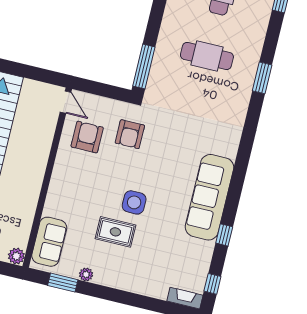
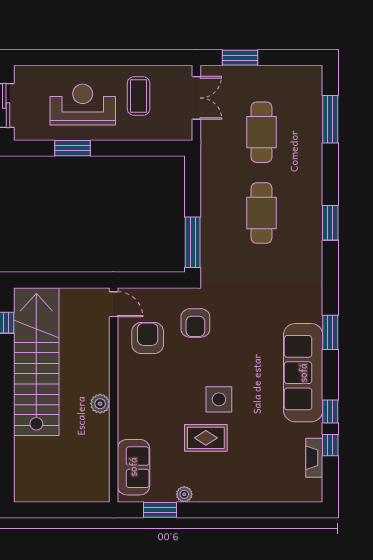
cafe table: (207, 56) -> (261, 213), turned 90
window: (240, 169) -> (330, 332), added
plant: (16, 256) -> (100, 404), moved
window: (212, 284) -> (330, 445), moved
fireplace: (185, 298) -> (314, 458), moved, turned -90

